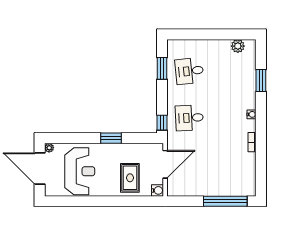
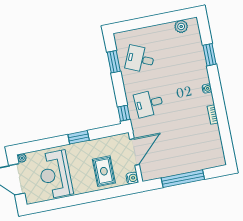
desk: (189, 71) -> (140, 59), turned 30
reception desk: (80, 171) -> (55, 174), turned 180
window: (225, 201) -> (183, 179), moved

